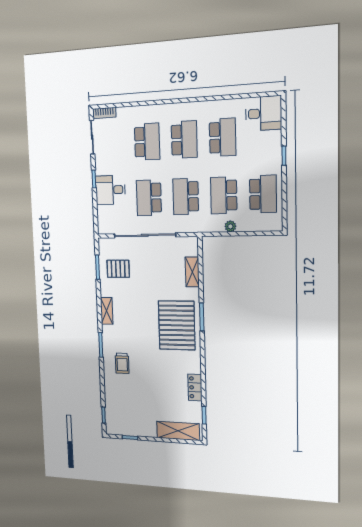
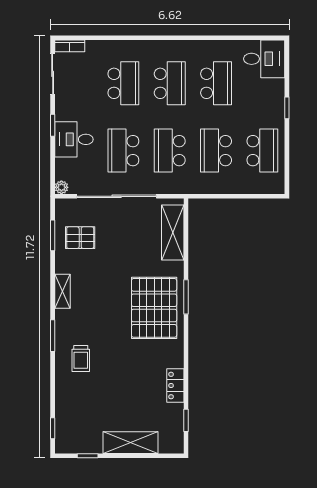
plant: (230, 226) -> (61, 187), moved
shelving: (192, 272) -> (173, 232), width x1.50, depth x1.33
shelving: (178, 431) -> (130, 443), moved

